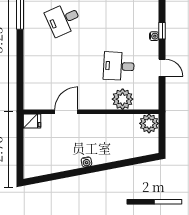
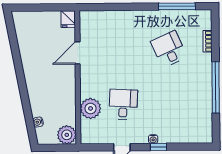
door: (66, 112) -> (78, 53), swing flipped
water cooler: (86, 162) -> (38, 122), moved

